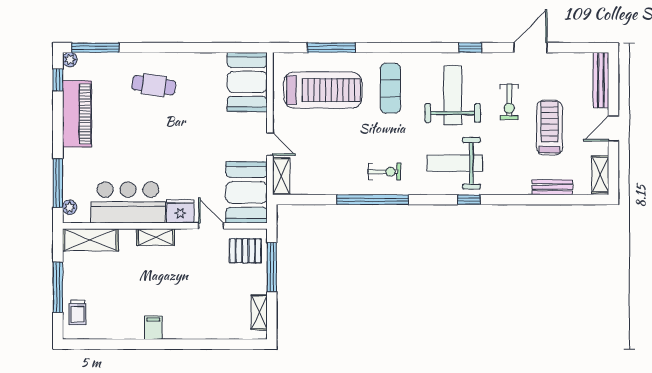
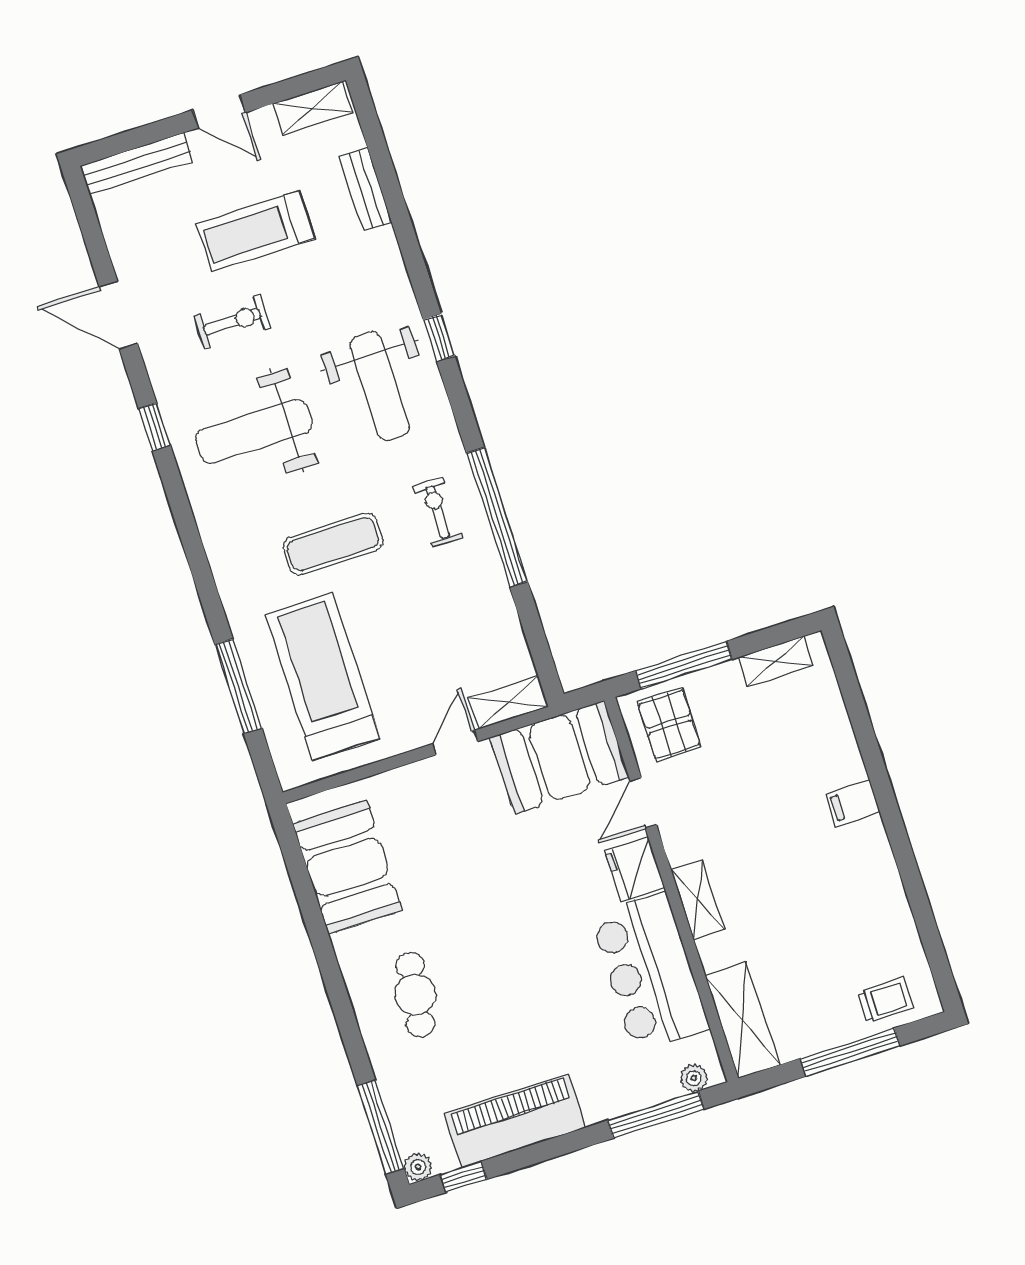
booth: (247, 82) -> (347, 867), moved, turned 90
exercise mat: (390, 88) -> (333, 544), moved
filing cabinet: (153, 328) -> (853, 803), moved

